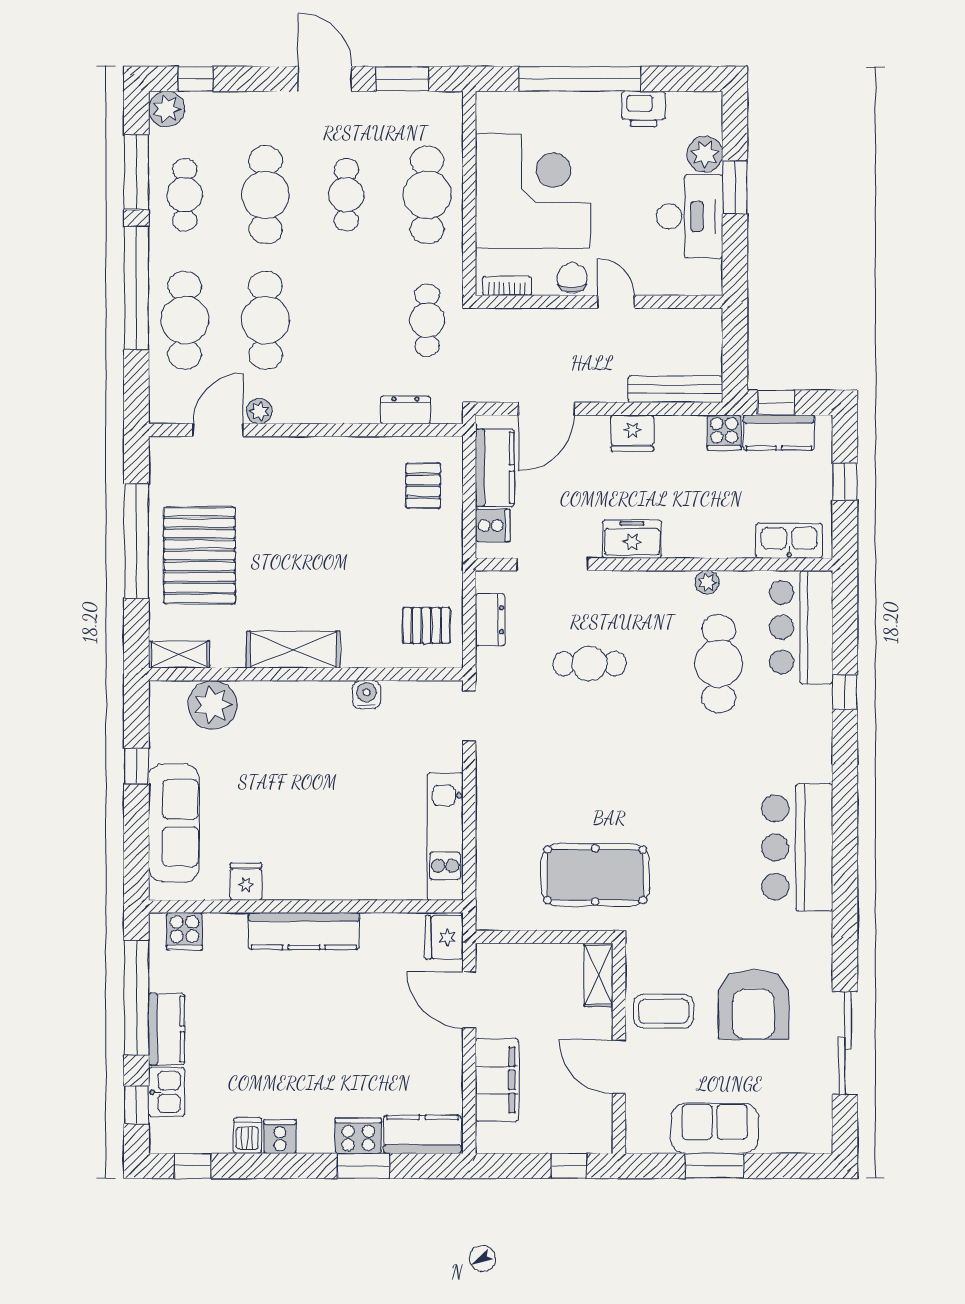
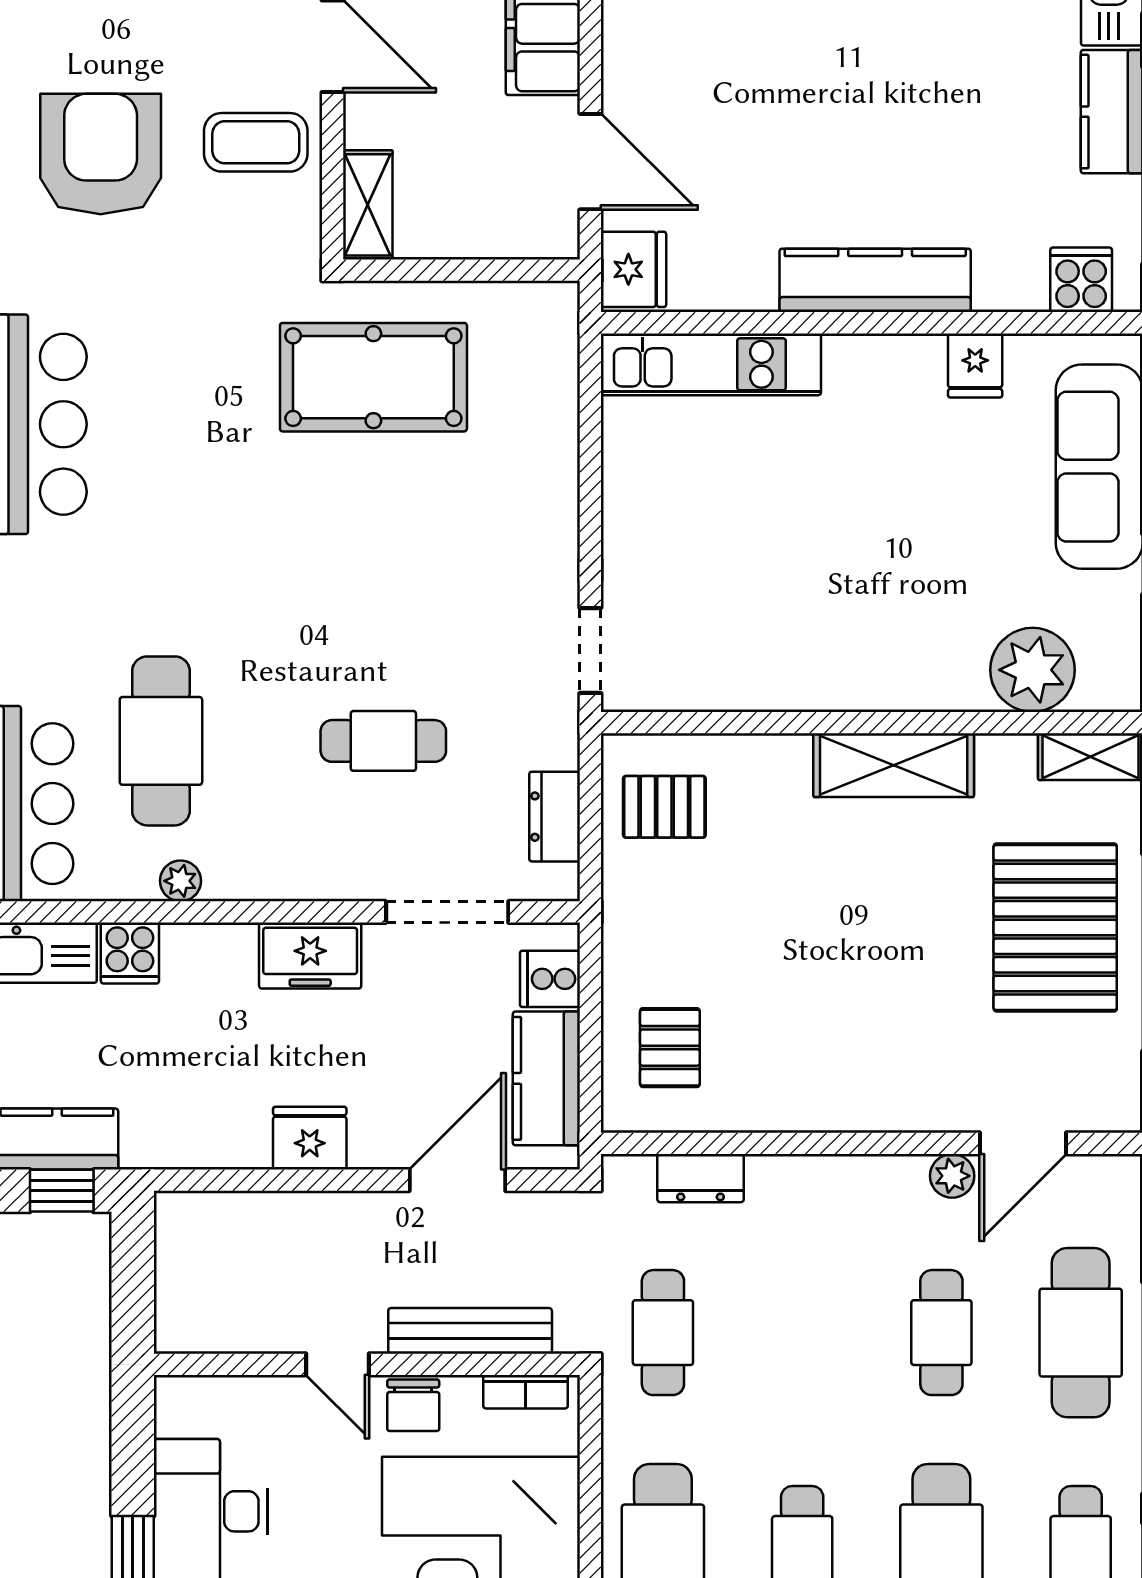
cafe table: (266, 320) -> (941, 1333), width x0.73, depth x0.74
bench: (675, 389) -> (470, 1331), moved
cooker: (724, 433) -> (130, 953), moved, turned 180
water cooler: (367, 695) -> (767, 688), removed
kitchen unit: (445, 836) -> (711, 364), moved, turned 90

